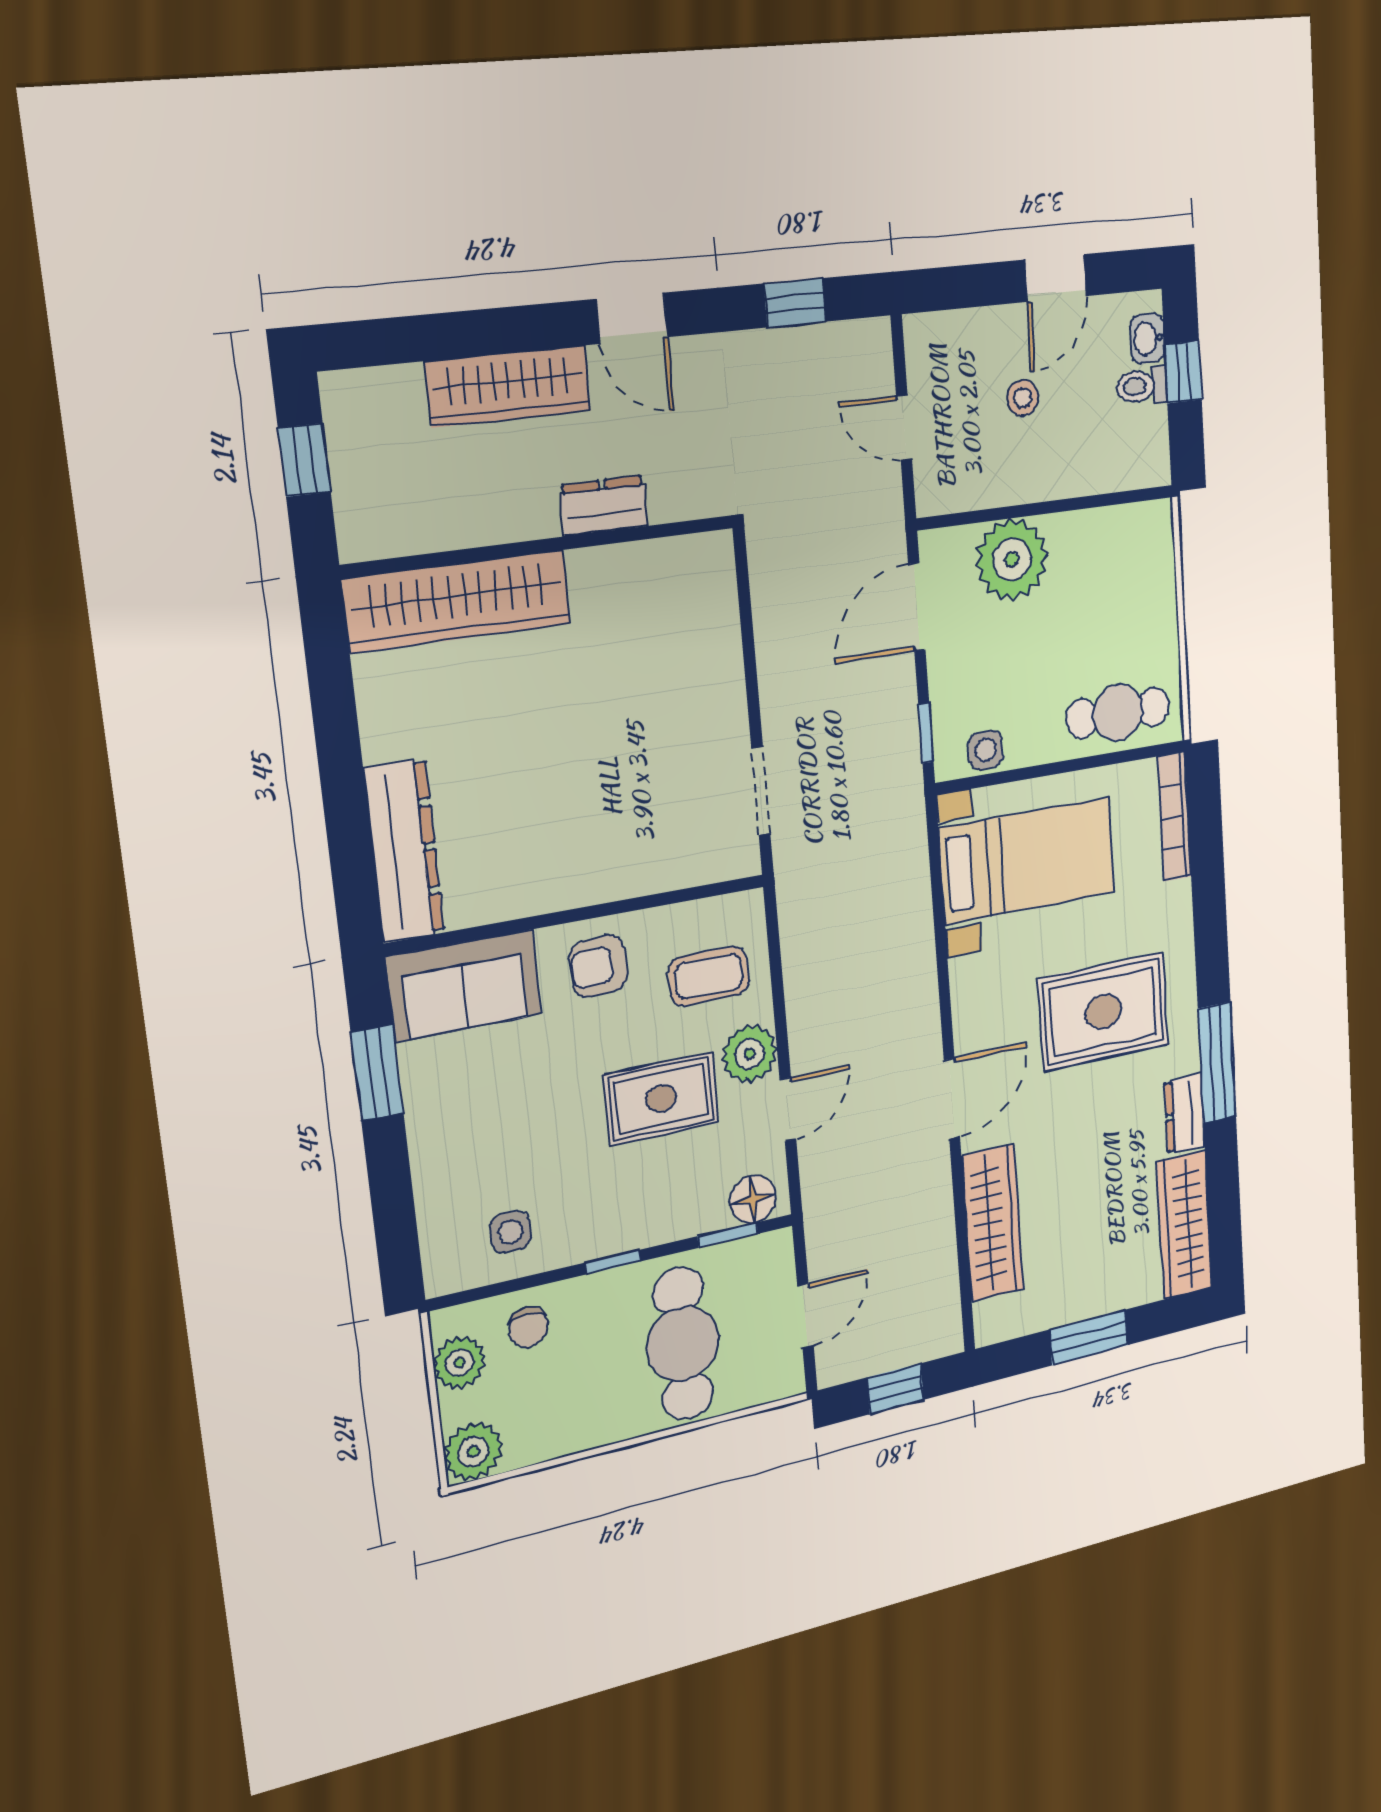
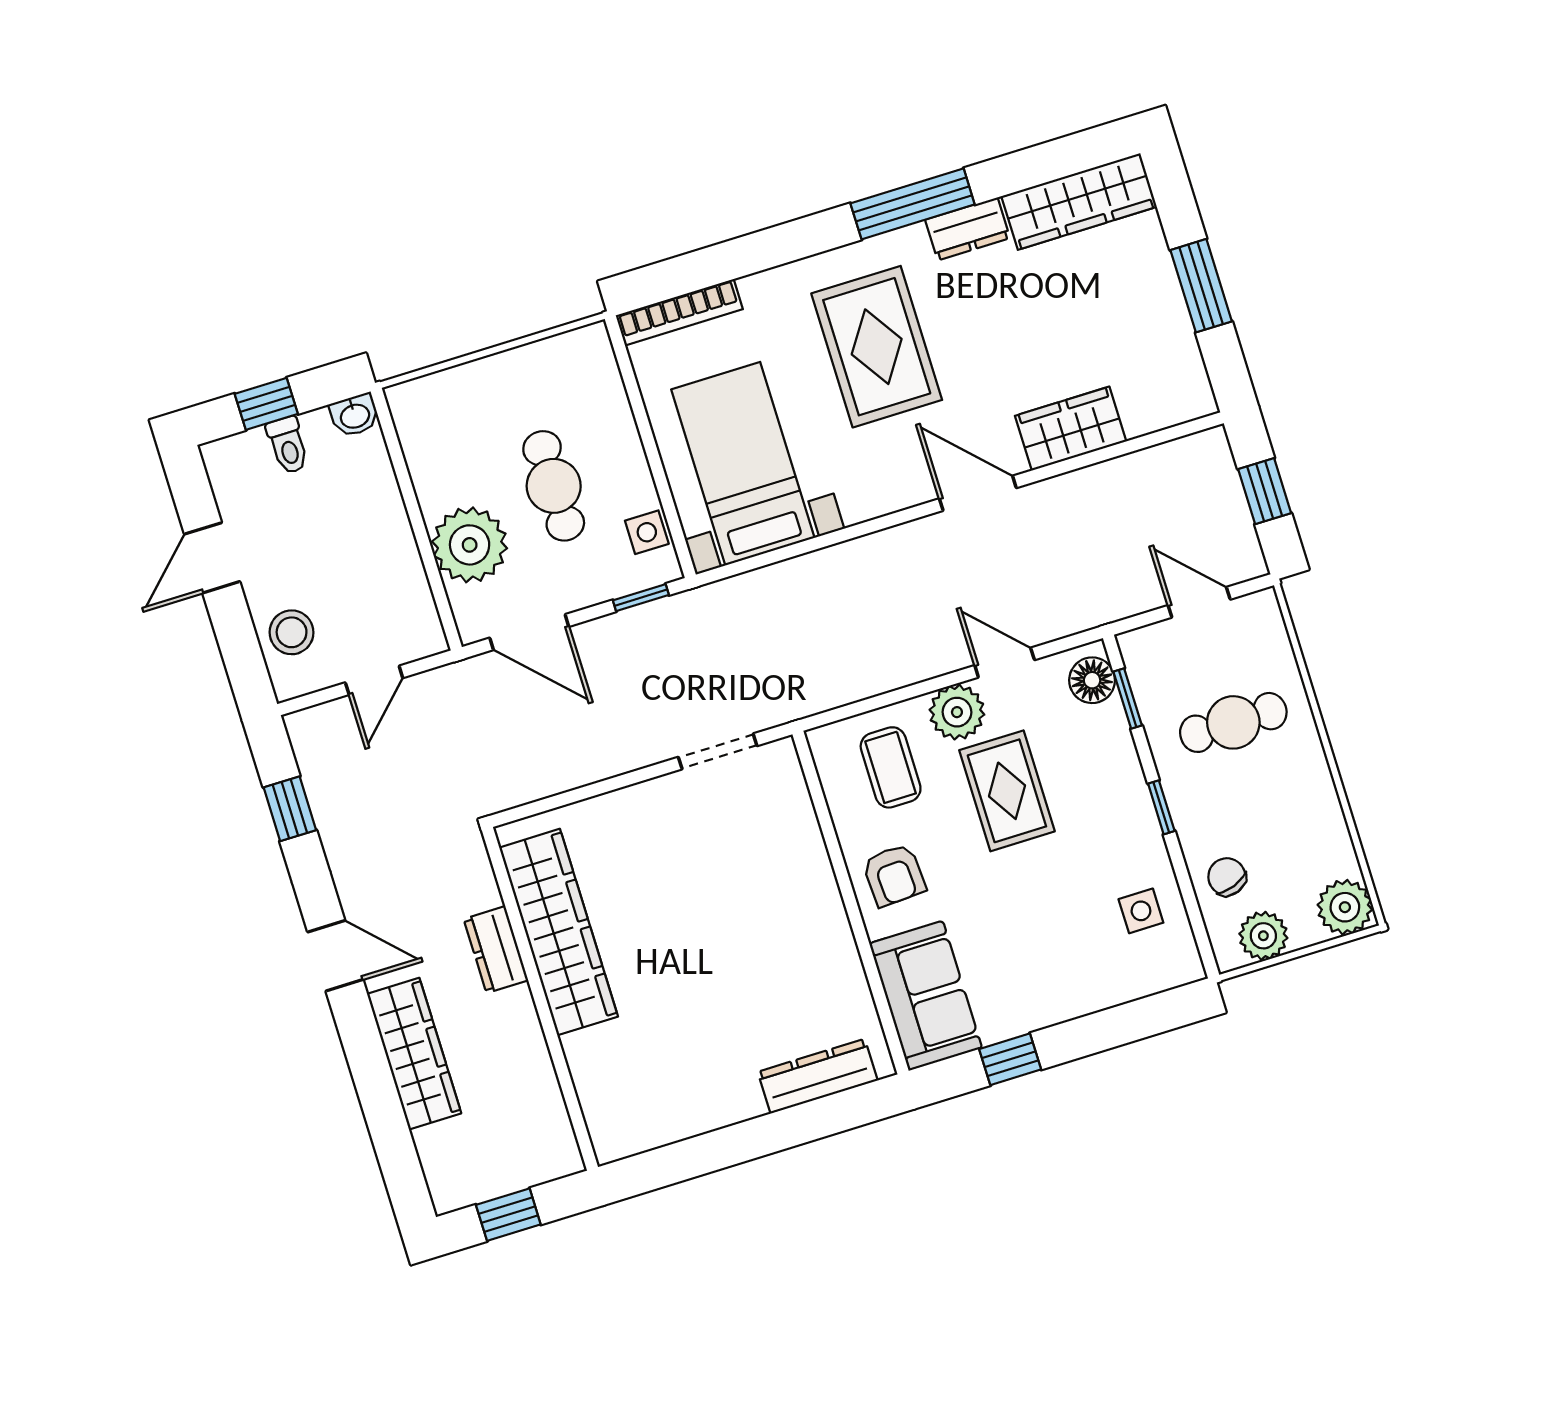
door: (1056, 278) -> (212, 558), swing flipped
door: (632, 318) -> (335, 956), hinge flipped
washbasin: (1147, 339) -> (355, 415), moved
stool: (1023, 398) -> (292, 632), moved, width x1.37, depth x1.37
wardrobe: (458, 601) -> (559, 932), moved
cafe table: (1118, 712) -> (554, 486), moved
dresser: (404, 851) -> (818, 1076), width x0.73, depth x0.80
window: (377, 1073) -> (1010, 1059), width x0.67
wardrobe: (993, 1223) -> (1071, 429), width x0.67
chair: (529, 1327) -> (1227, 877), turned -110
cafe table: (683, 1344) -> (1233, 722), width x0.73, depth x0.74

